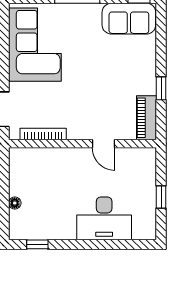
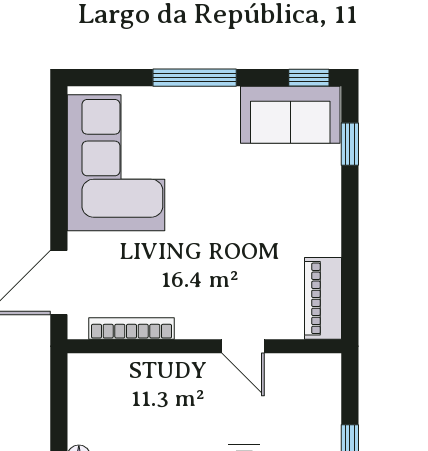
window: (161, 88) -> (350, 144), moved

